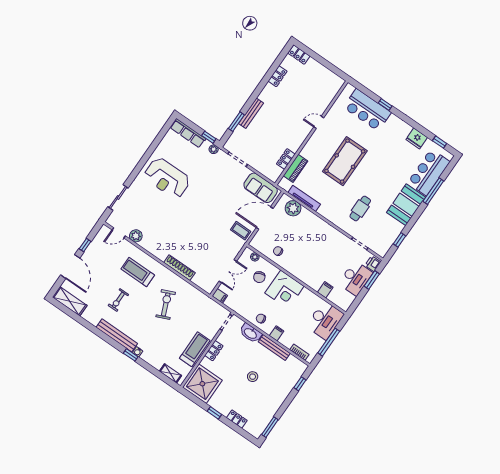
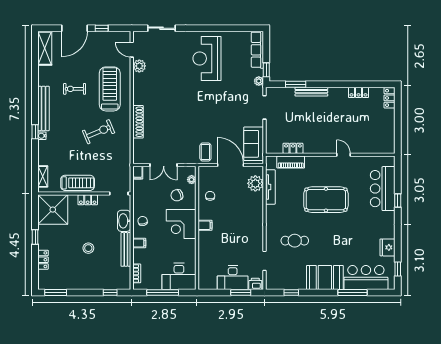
treadmill: (138, 272) -> (110, 89), width x1.37, depth x1.38
filing cabinet: (325, 290) -> (205, 225), moved

